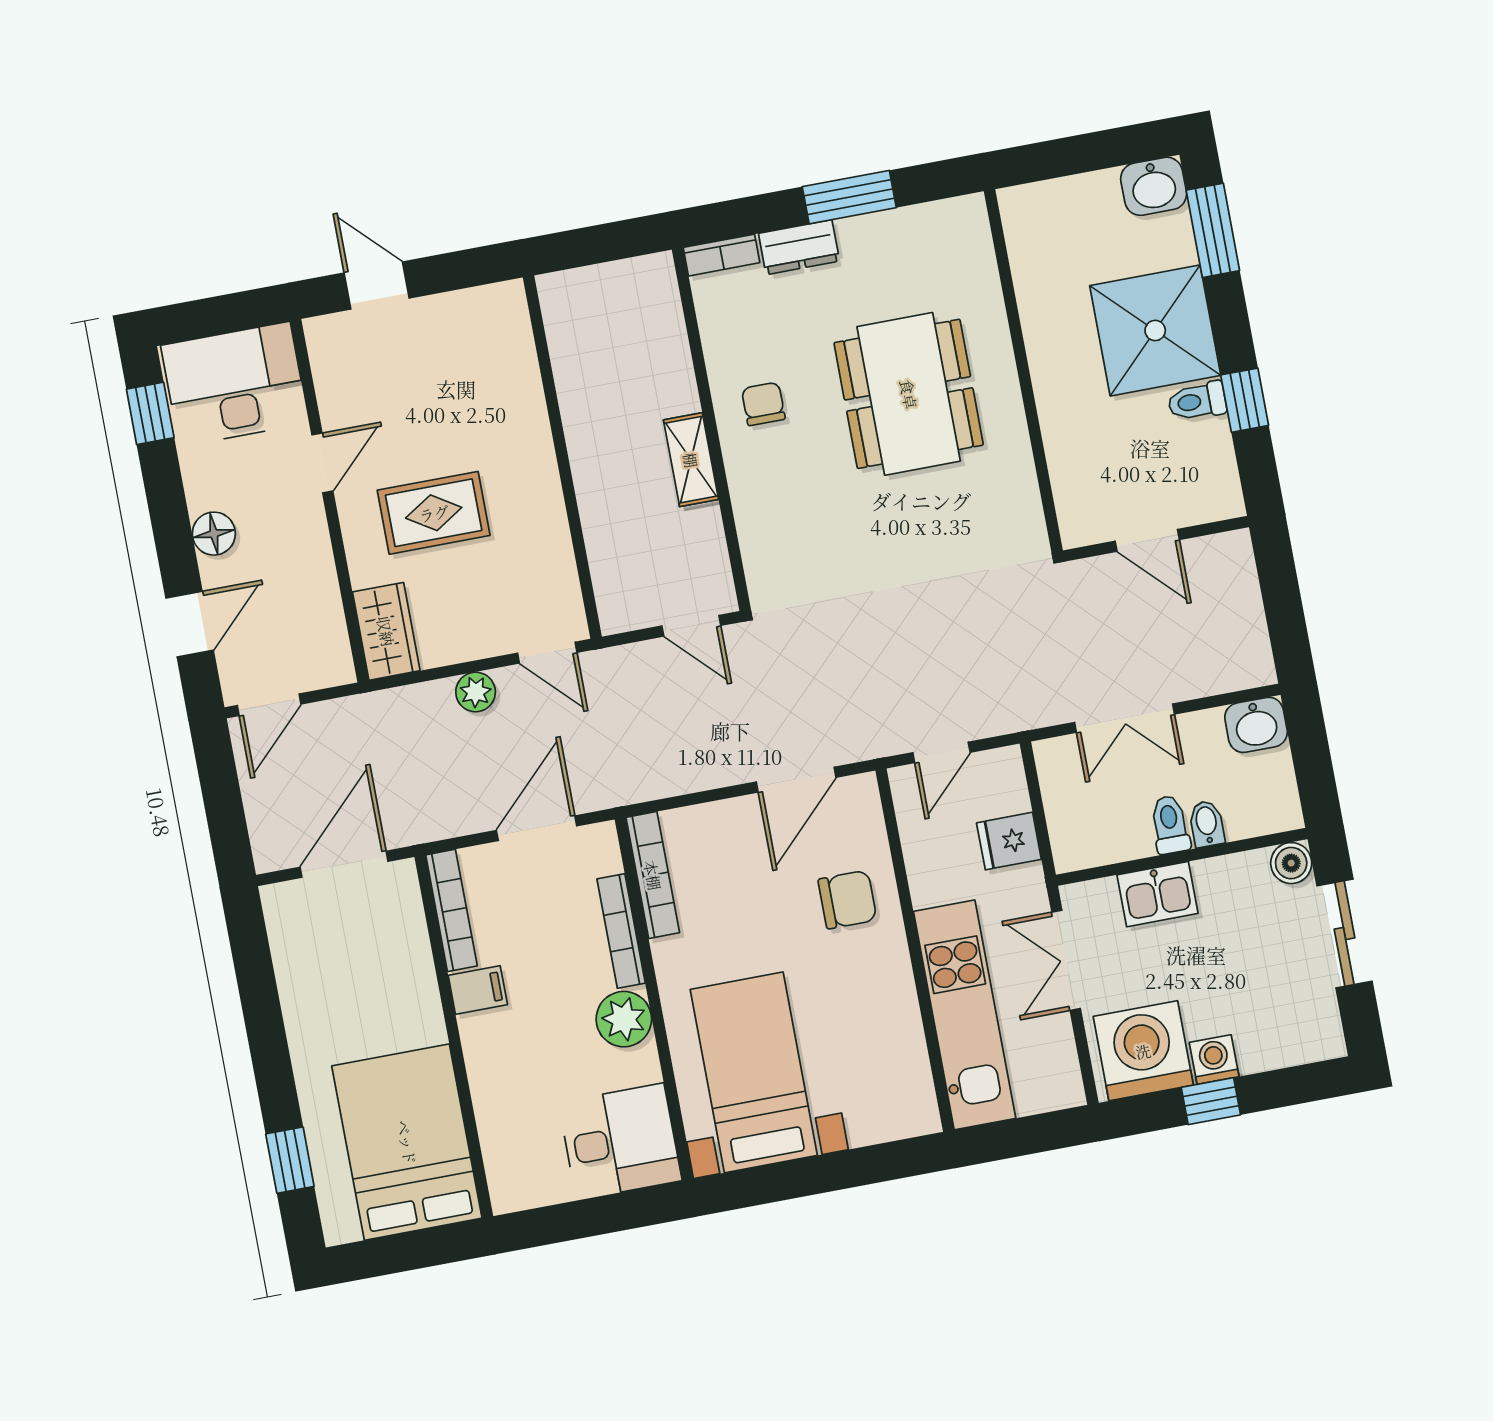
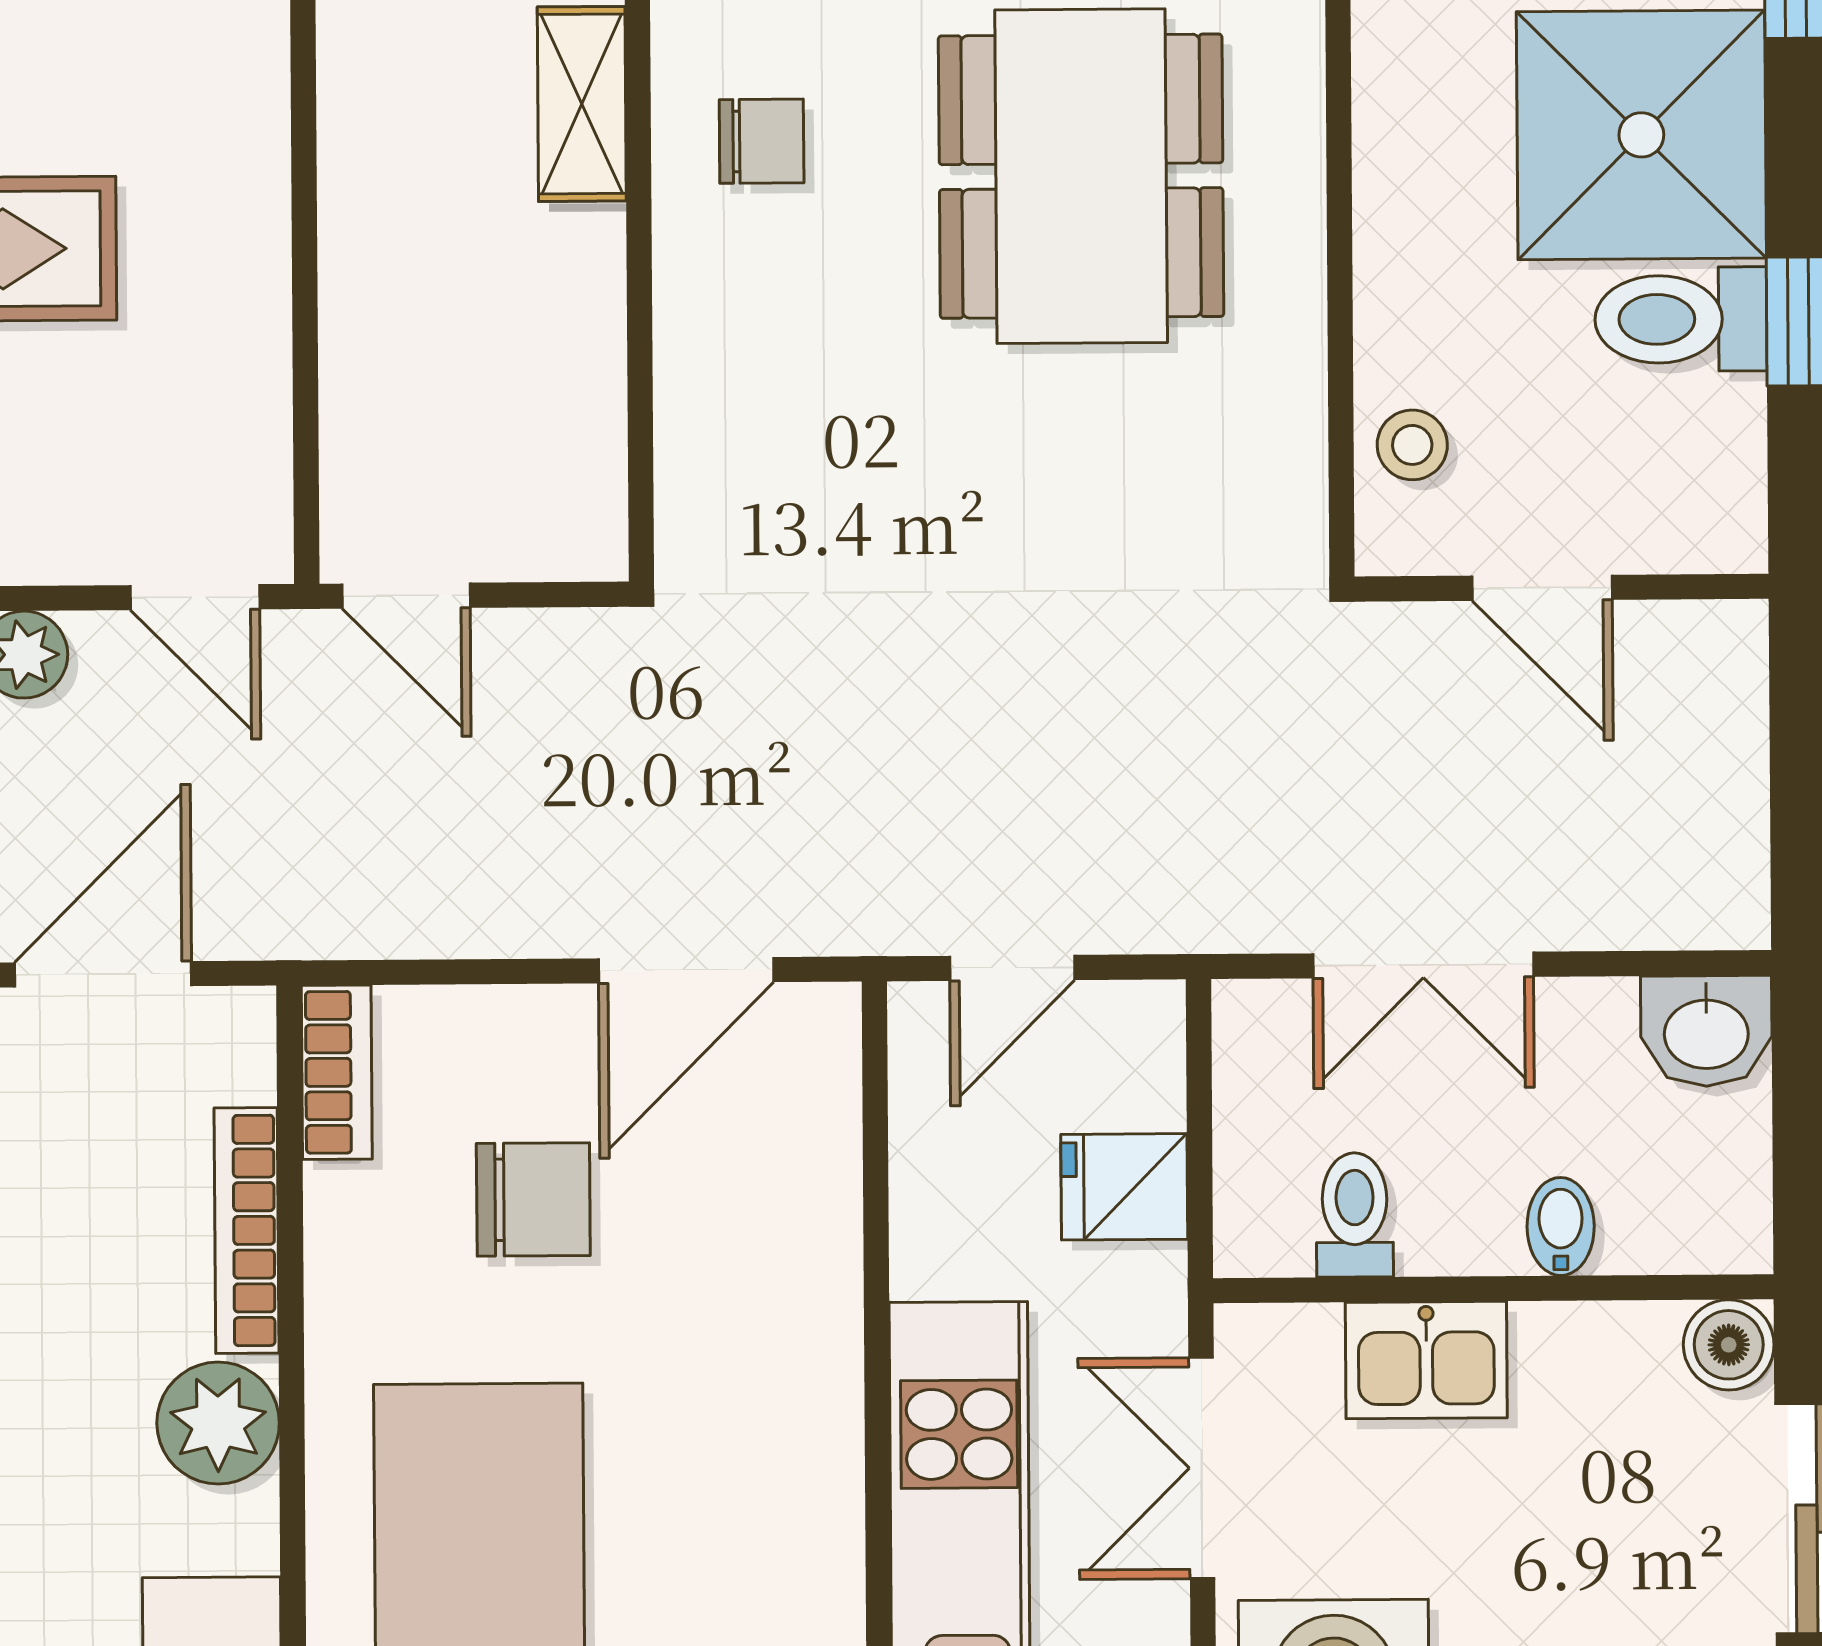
toilet: (1197, 401) -> (1681, 319), width x1.37, depth x1.39
chair: (763, 404) -> (762, 141), turned 90
shelving: (691, 460) -> (582, 104), moved
stool: (1078, 487) -> (1412, 445), added
door: (691, 626) -> (406, 596), moved
toilet: (1170, 825) -> (1355, 1215), moved
bookcase: (653, 875) -> (337, 1072), width x0.64
chair: (847, 900) -> (533, 1199), moved

